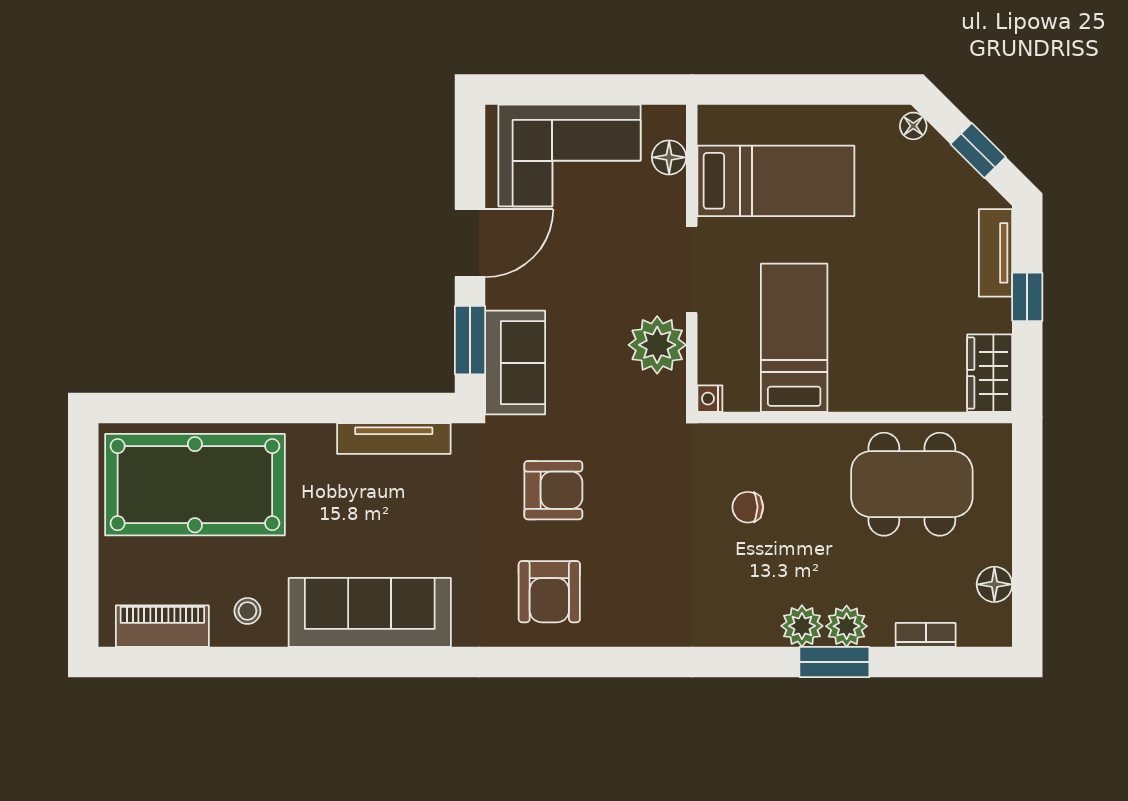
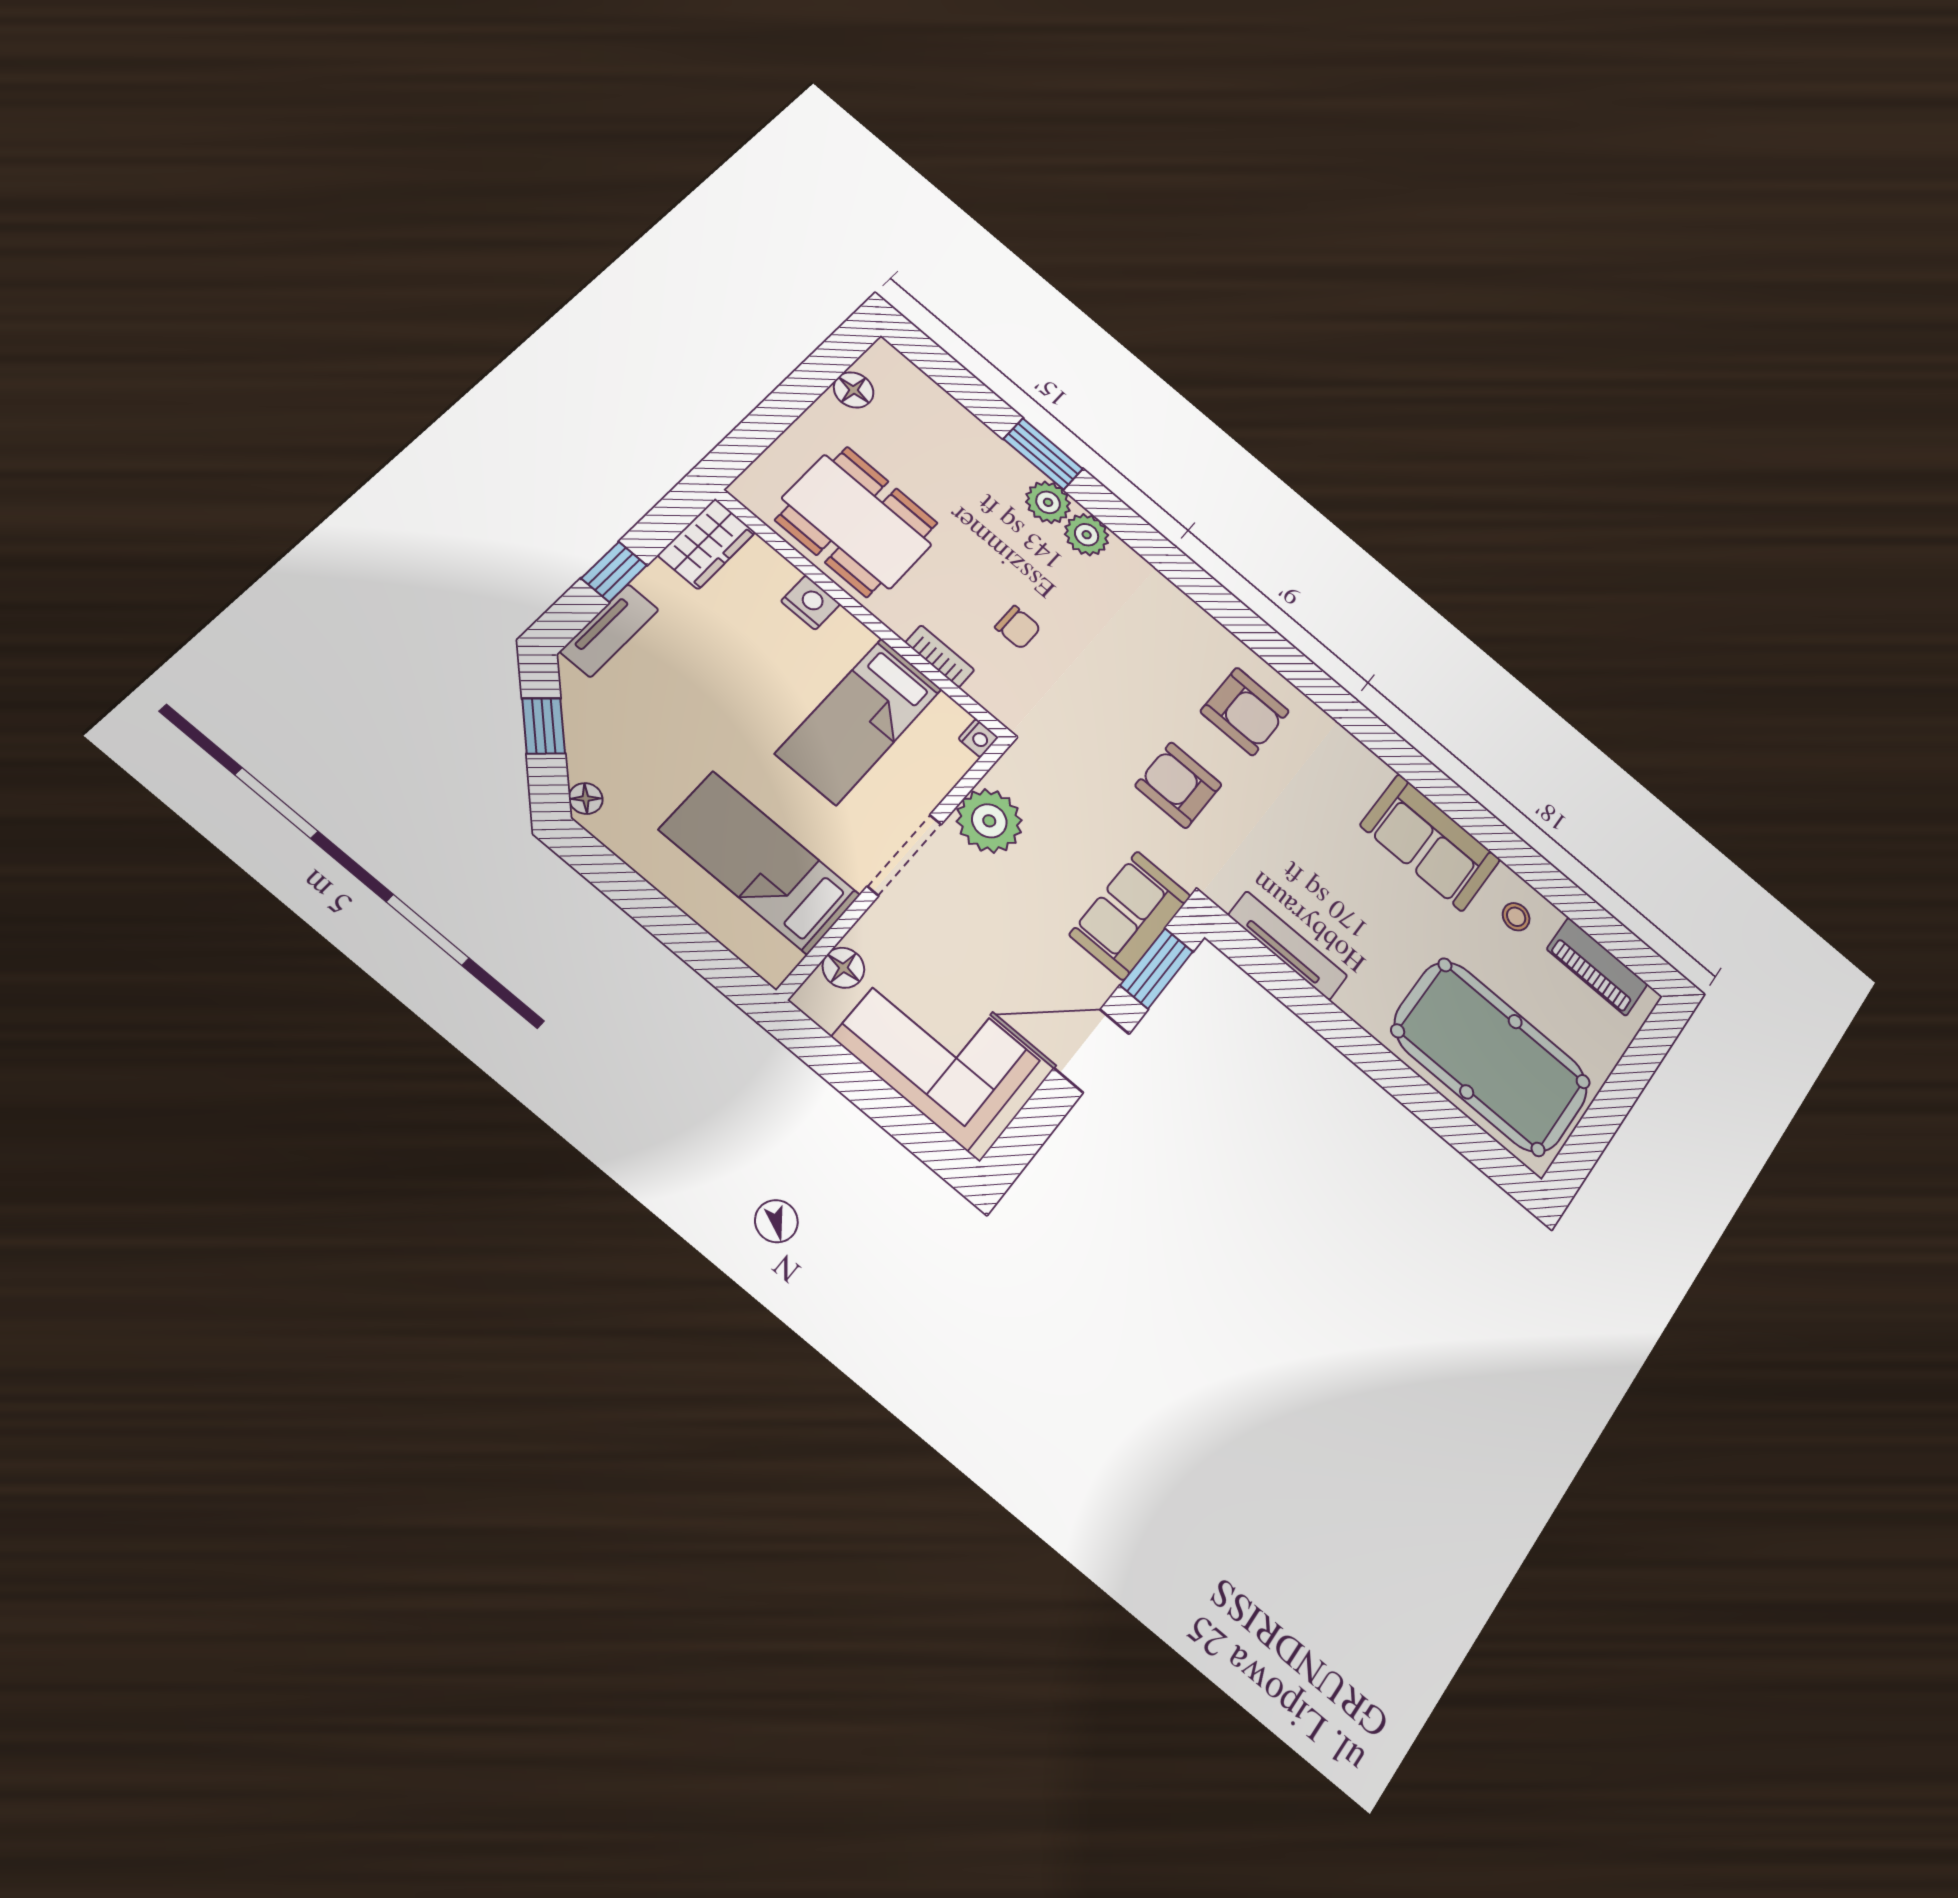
nightstand: (892, 394) -> (811, 603), added
armchair: (549, 592) -> (1245, 711), turned 90
sofa: (370, 612) -> (1430, 842), width x0.73
plant: (847, 626) -> (1087, 535), moved
bookcase: (926, 635) -> (940, 656), moved, turned 180

